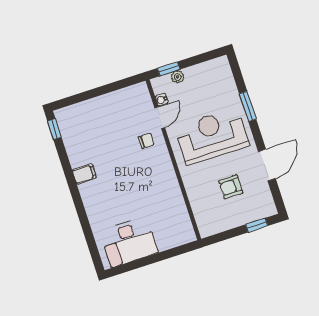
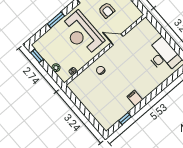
window: (169, 69) -> (37, 56), moved
door: (160, 118) -> (117, 39), moved
window: (54, 129) -> (125, 119), moved

